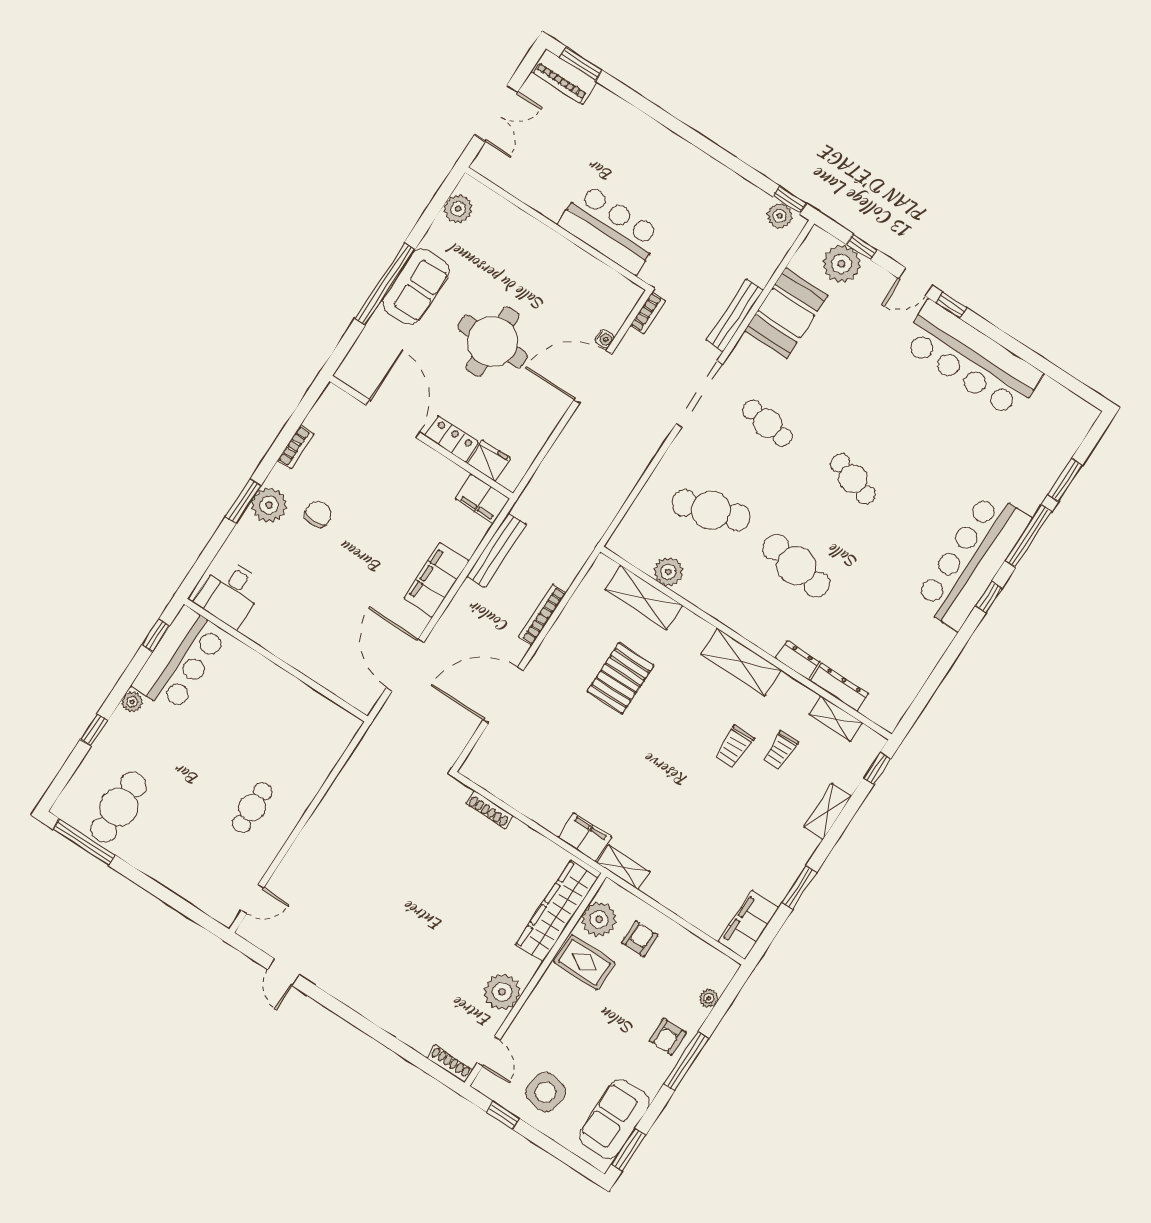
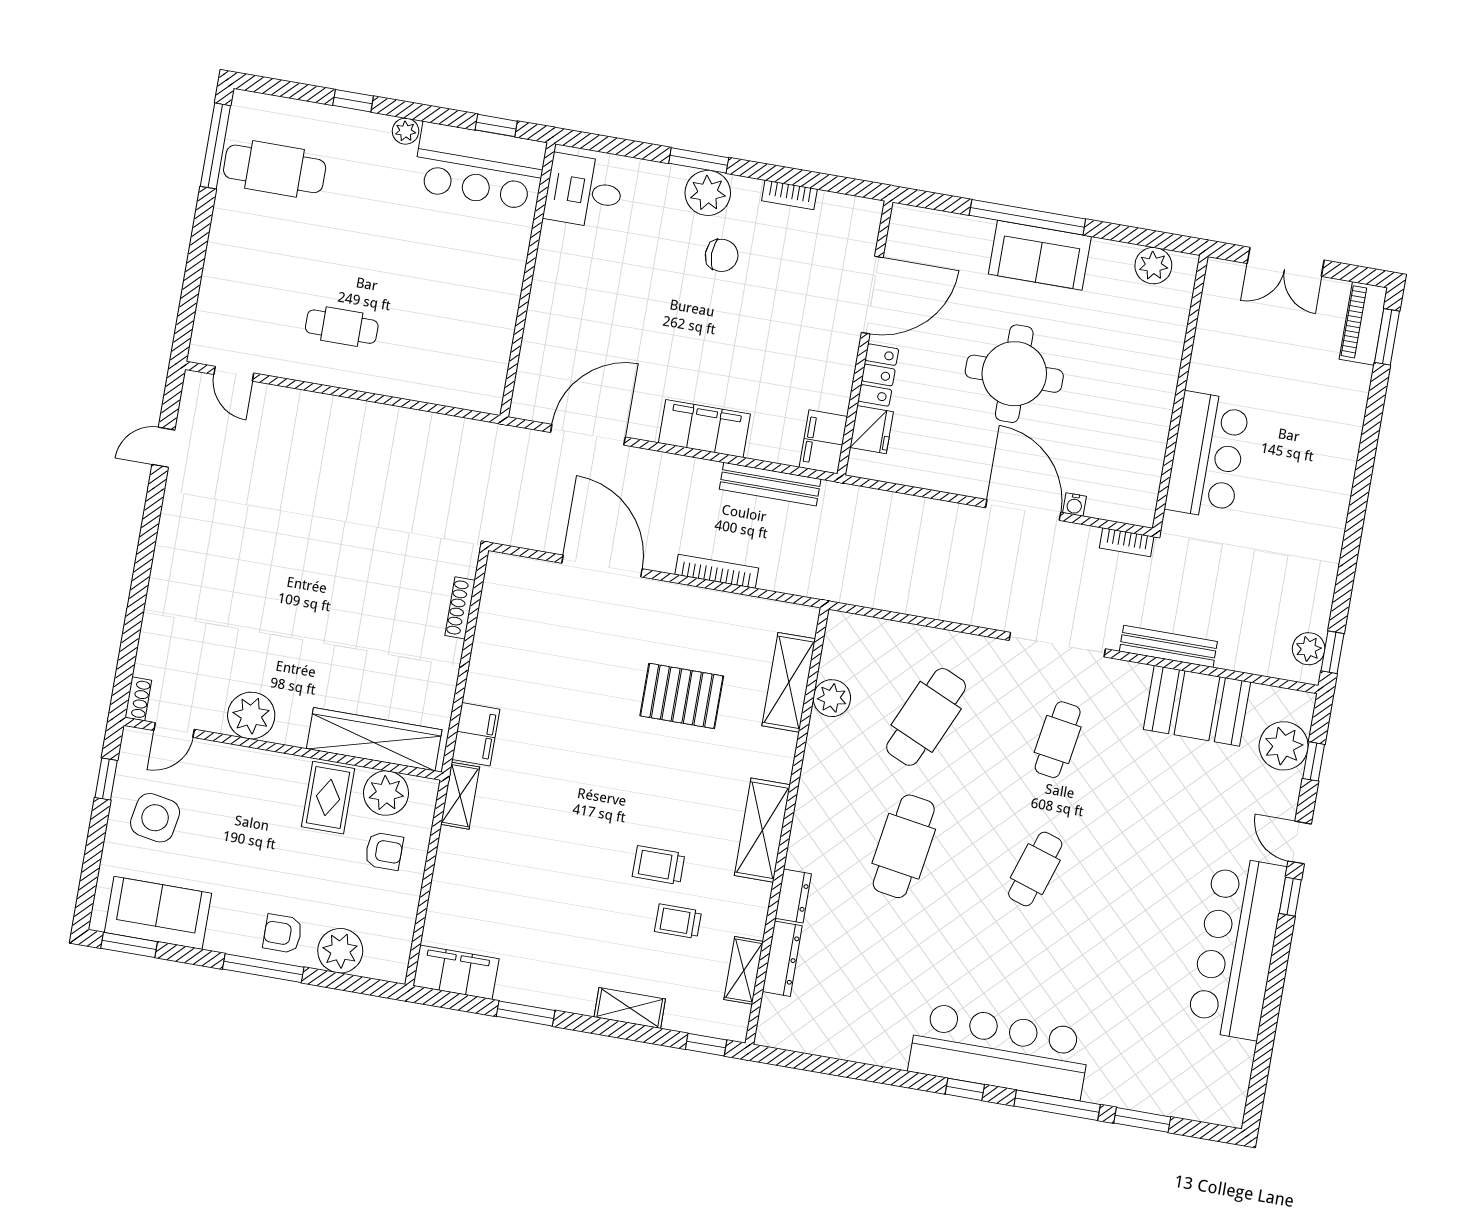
cafe table: (711, 510) -> (926, 717), turned 42
plant: (709, 998) -> (340, 951), width x1.88, depth x1.88
shoe rack: (450, 1064) -> (138, 699), width x0.70

